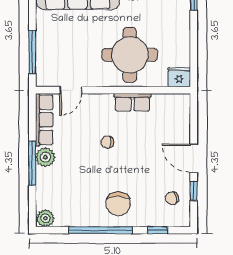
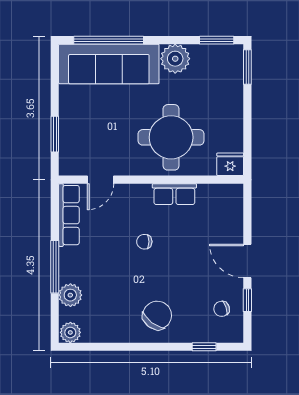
window: (32, 52) -> (55, 134), width x0.69
plant: (45, 157) -> (70, 295), moved
chair: (118, 204) -> (157, 315), turned -143
window: (101, 230) -> (136, 347), removed

